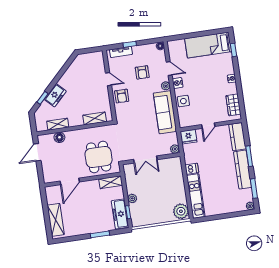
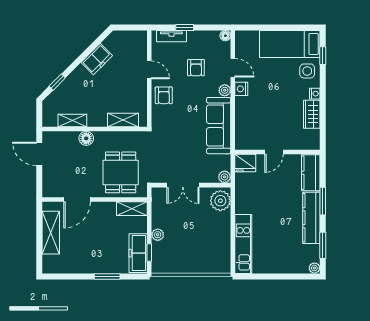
freezer: (55, 95) -> (97, 59), moved
side table: (183, 101) -> (307, 71), moved
wardrobe: (233, 105) -> (312, 114), moved
floor lamp: (59, 137) -> (86, 138), moved
door: (37, 152) -> (39, 154), hinge flipped
dishwasher: (192, 169) -> (243, 207), removed
plant: (181, 211) -> (220, 201), moved
shelving: (56, 220) -> (51, 233), moved

